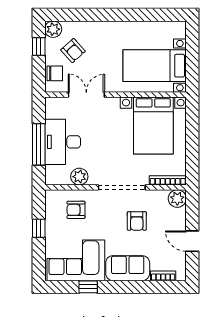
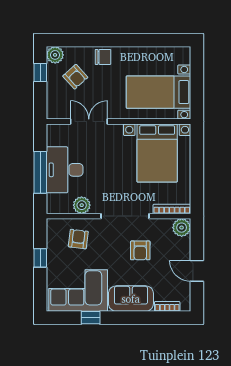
chair: (55, 73) -> (103, 57), moved
armchair: (76, 210) -> (78, 239), turned 97

